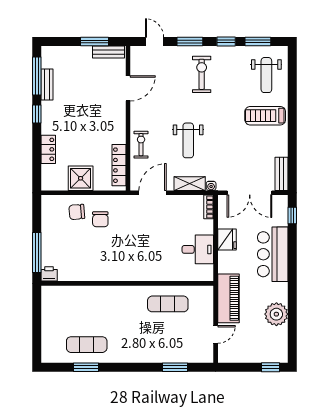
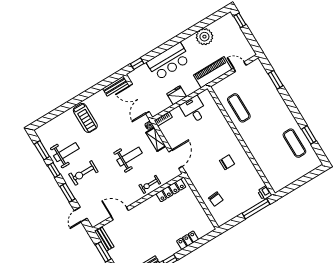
weight bench: (266, 75) -> (66, 152), moved
shower: (81, 178) -> (193, 209), removed
door: (152, 193) -> (175, 159), swing flipped
double door: (250, 193) -> (139, 99), swing flipped
chair: (100, 219) -> (227, 162), moved

